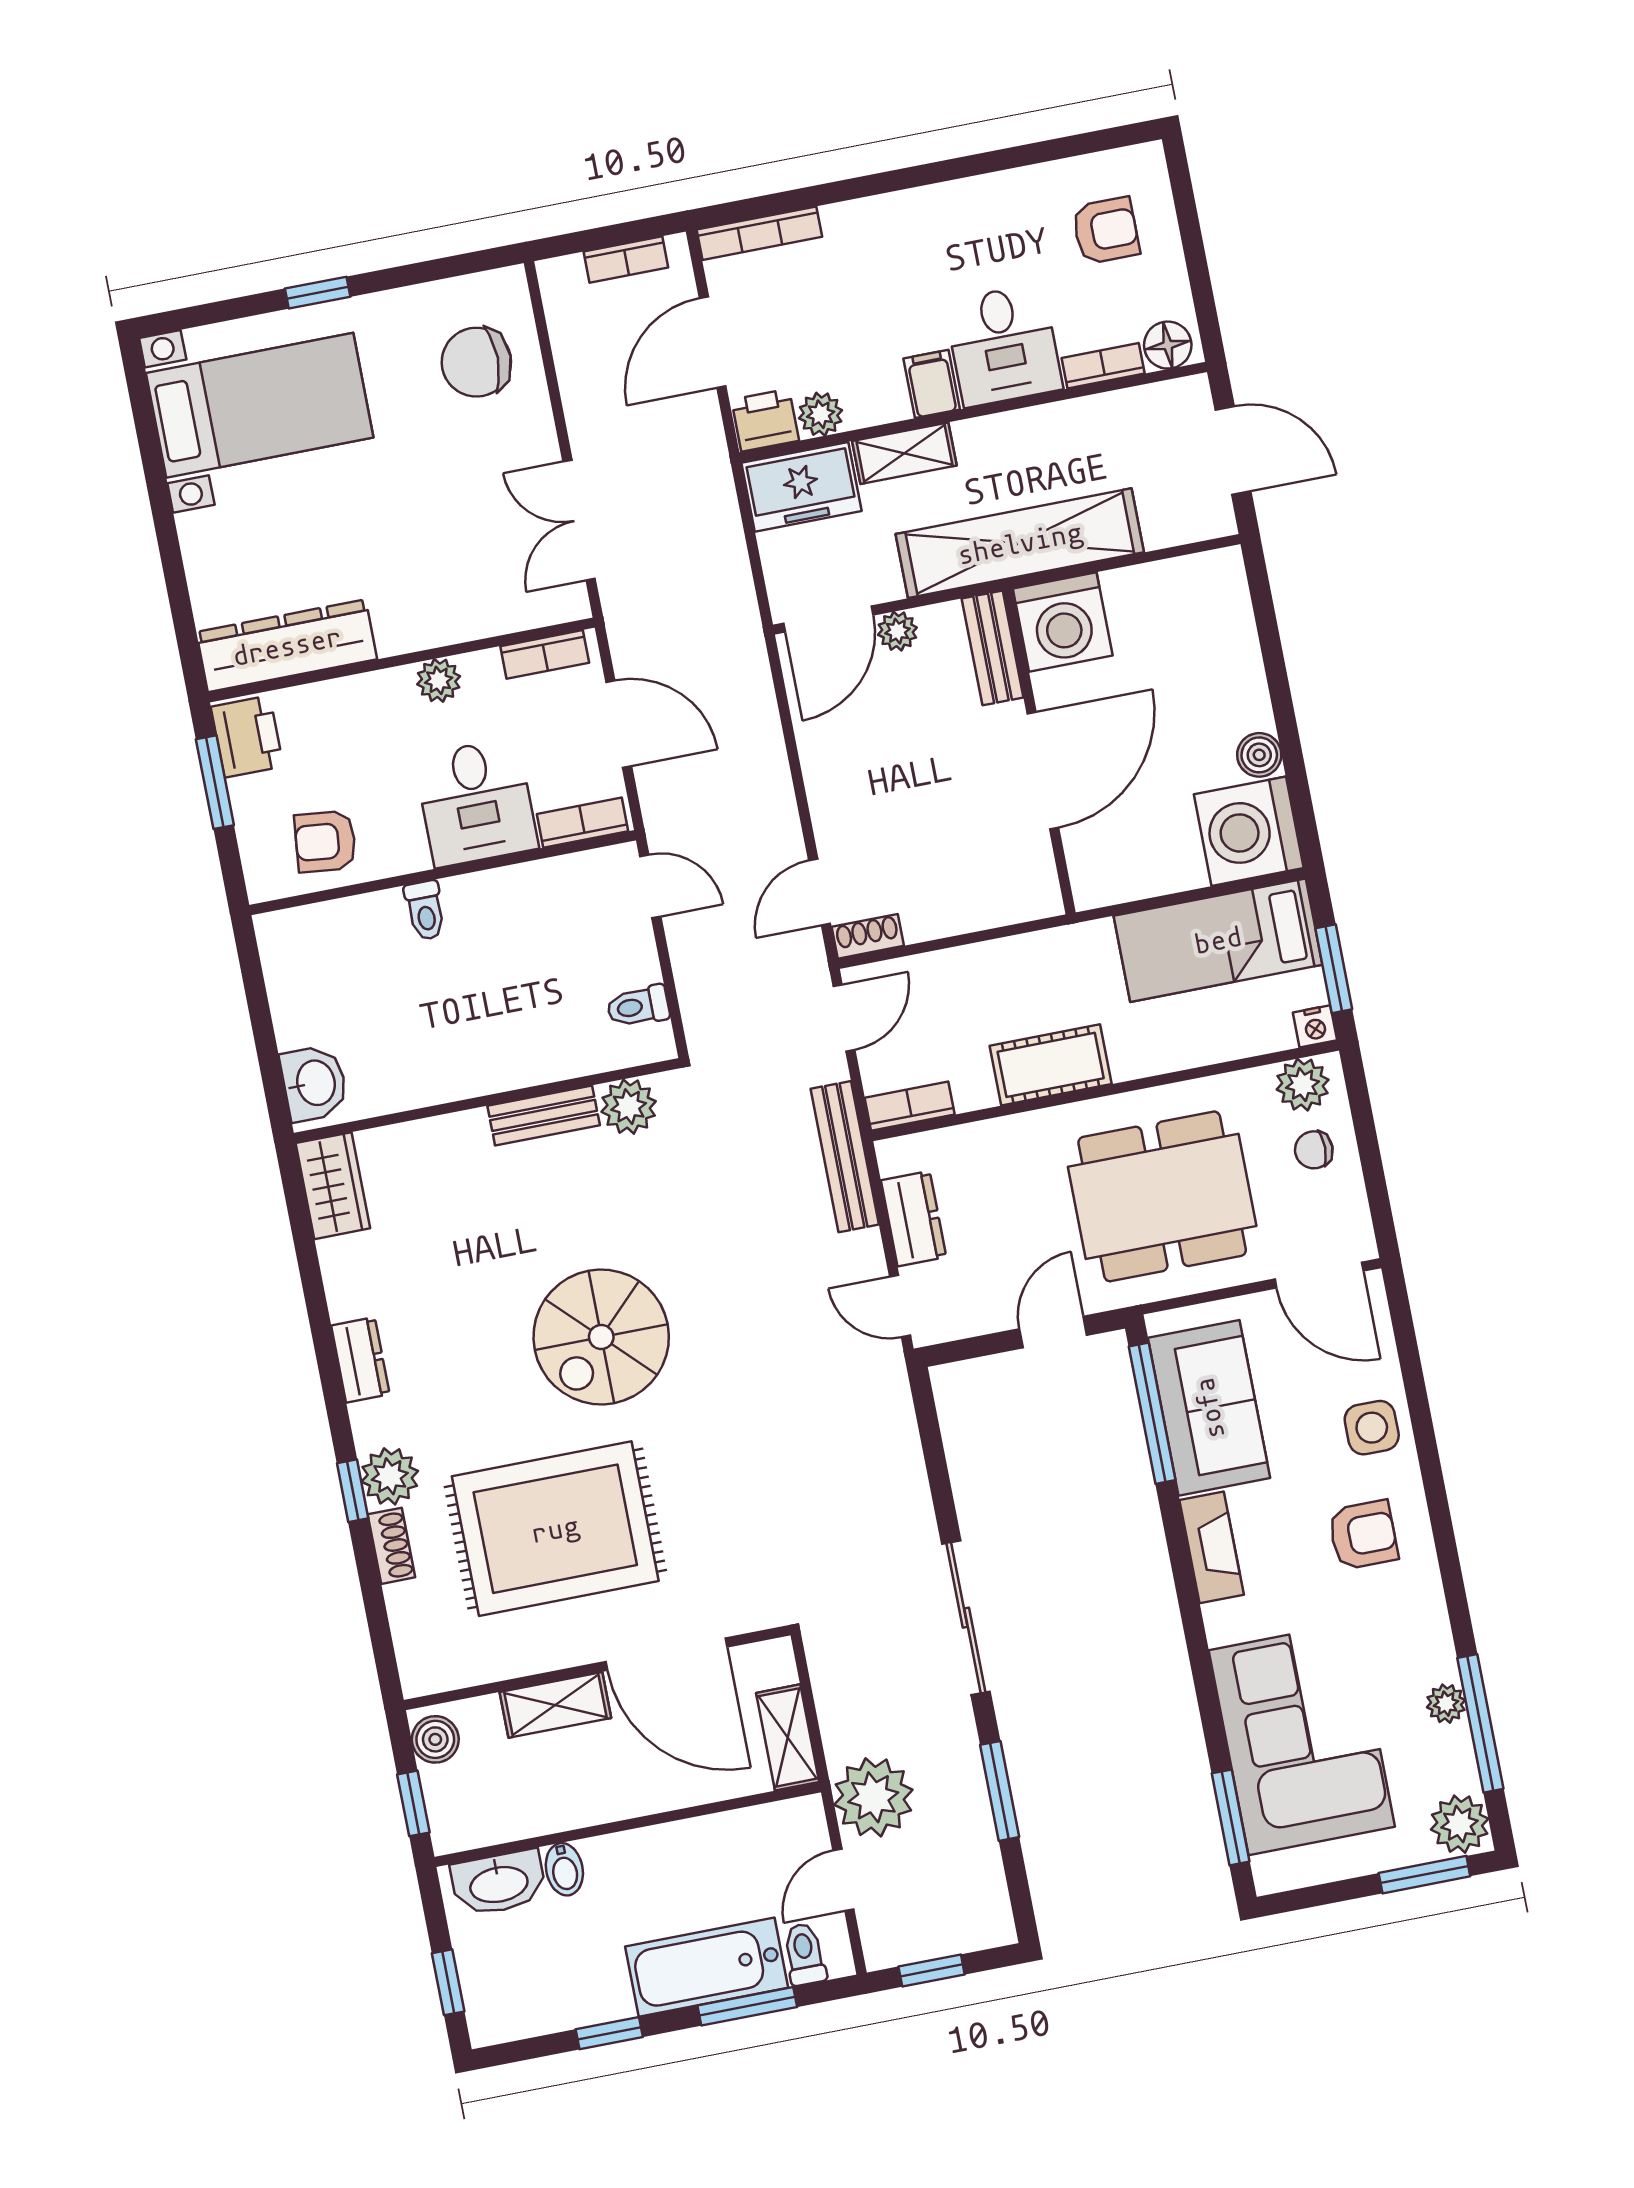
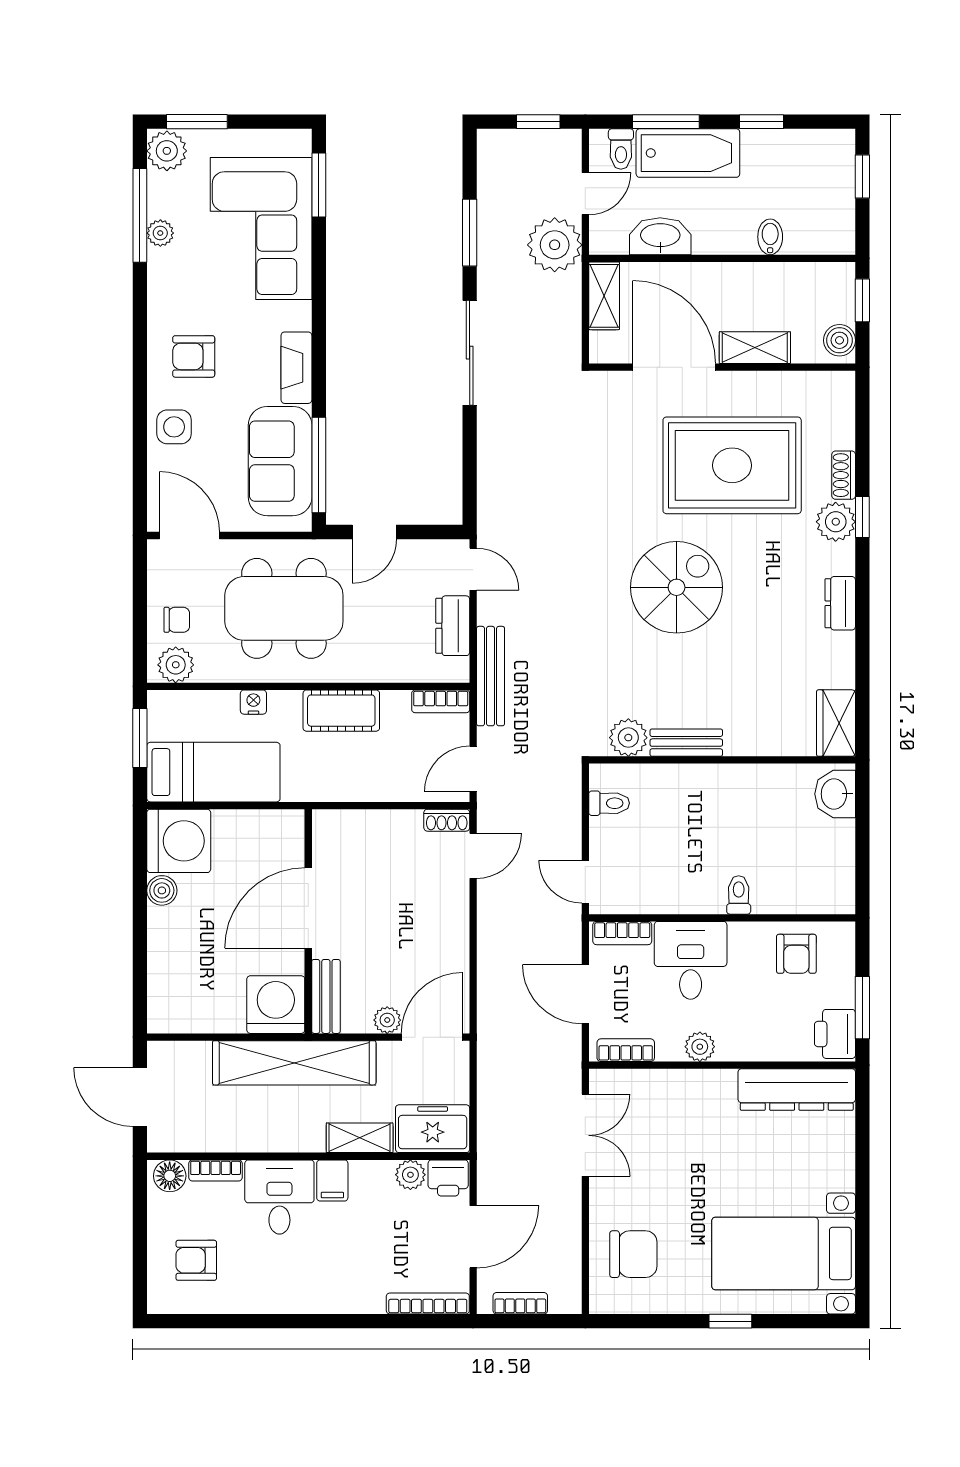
armchair: (325, 841) -> (796, 954), turned 84
nightstand: (1315, 1026) -> (253, 702), moved
washbasin: (499, 1883) -> (660, 236), moved

